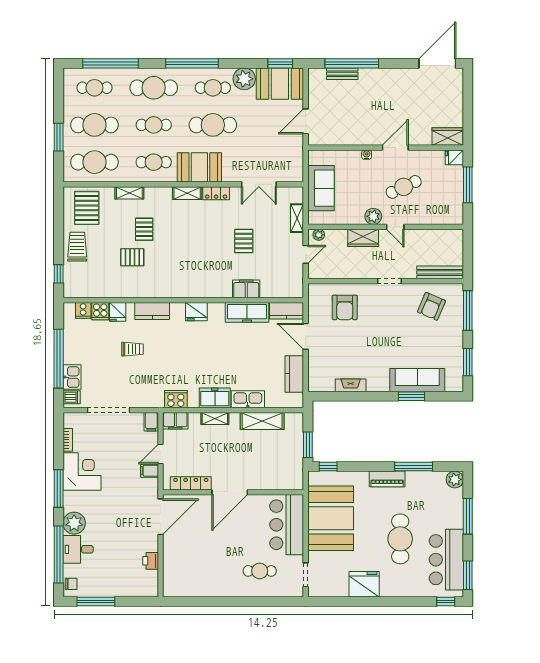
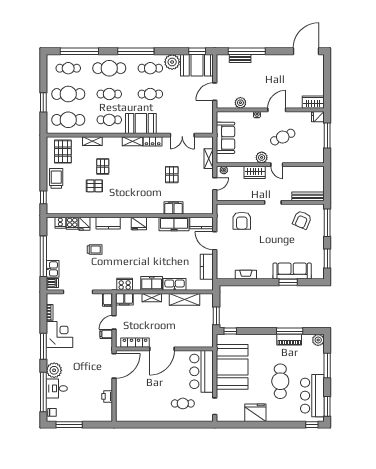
cafe table: (213, 125) -> (150, 94), width x0.73, depth x0.74
plant: (343, 137) -> (240, 103), added
piano: (387, 479) -> (289, 340), moved

